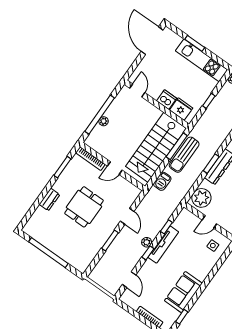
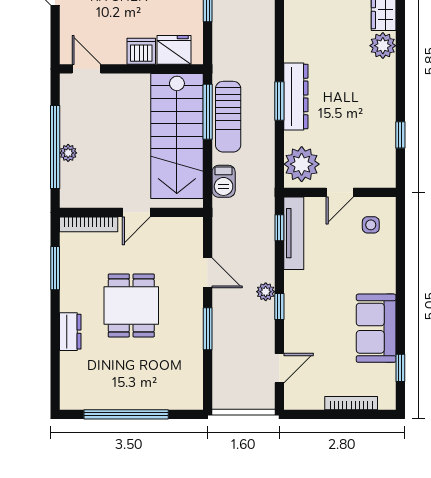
window: (166, 227) -> (279, 228), moved
tv unit: (163, 245) -> (294, 233), moved
door: (129, 280) -> (279, 368), hinge flipped

